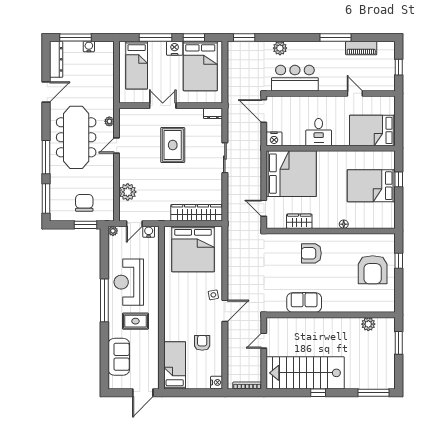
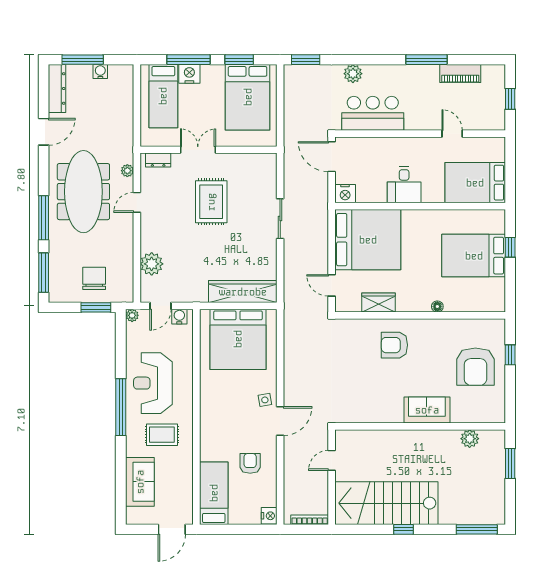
nightstand: (175, 48) -> (189, 74), moved
dresser: (213, 113) -> (158, 160), moved
sofa: (304, 302) -> (427, 410), moved

